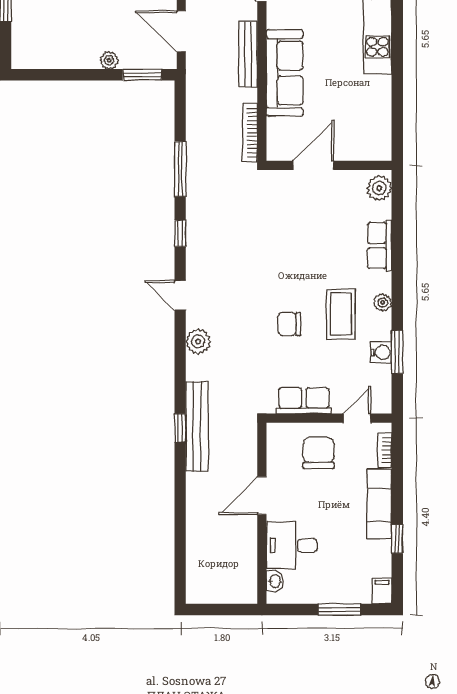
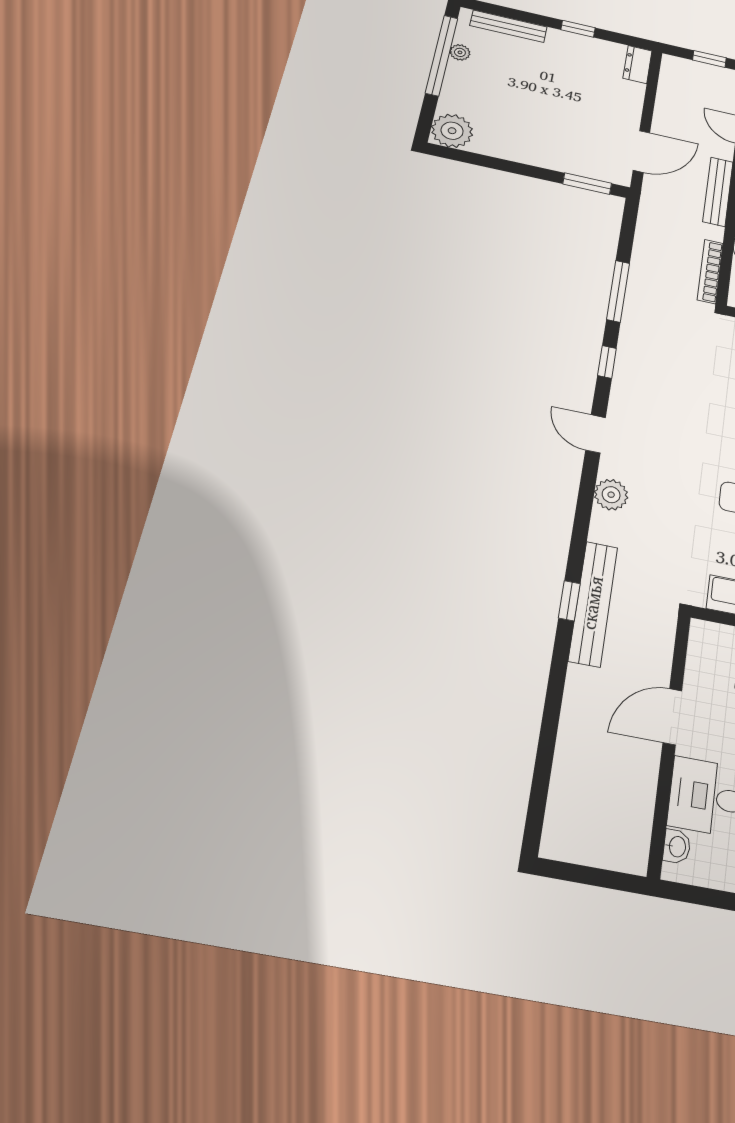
door: (181, 31) -> (641, 151), swing flipped
plant: (109, 60) -> (452, 131), moved, width x1.87, depth x1.87

